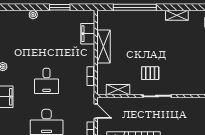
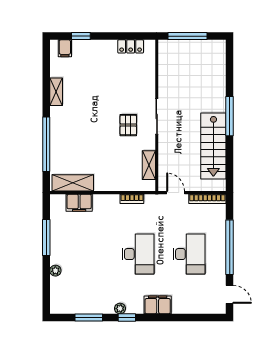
window: (60, 7) -> (46, 238), width x1.44
shelving: (104, 46) -> (73, 183), moved
desk: (47, 81) -> (138, 254), width x1.37
door: (96, 111) -> (176, 193), hinge flipped

